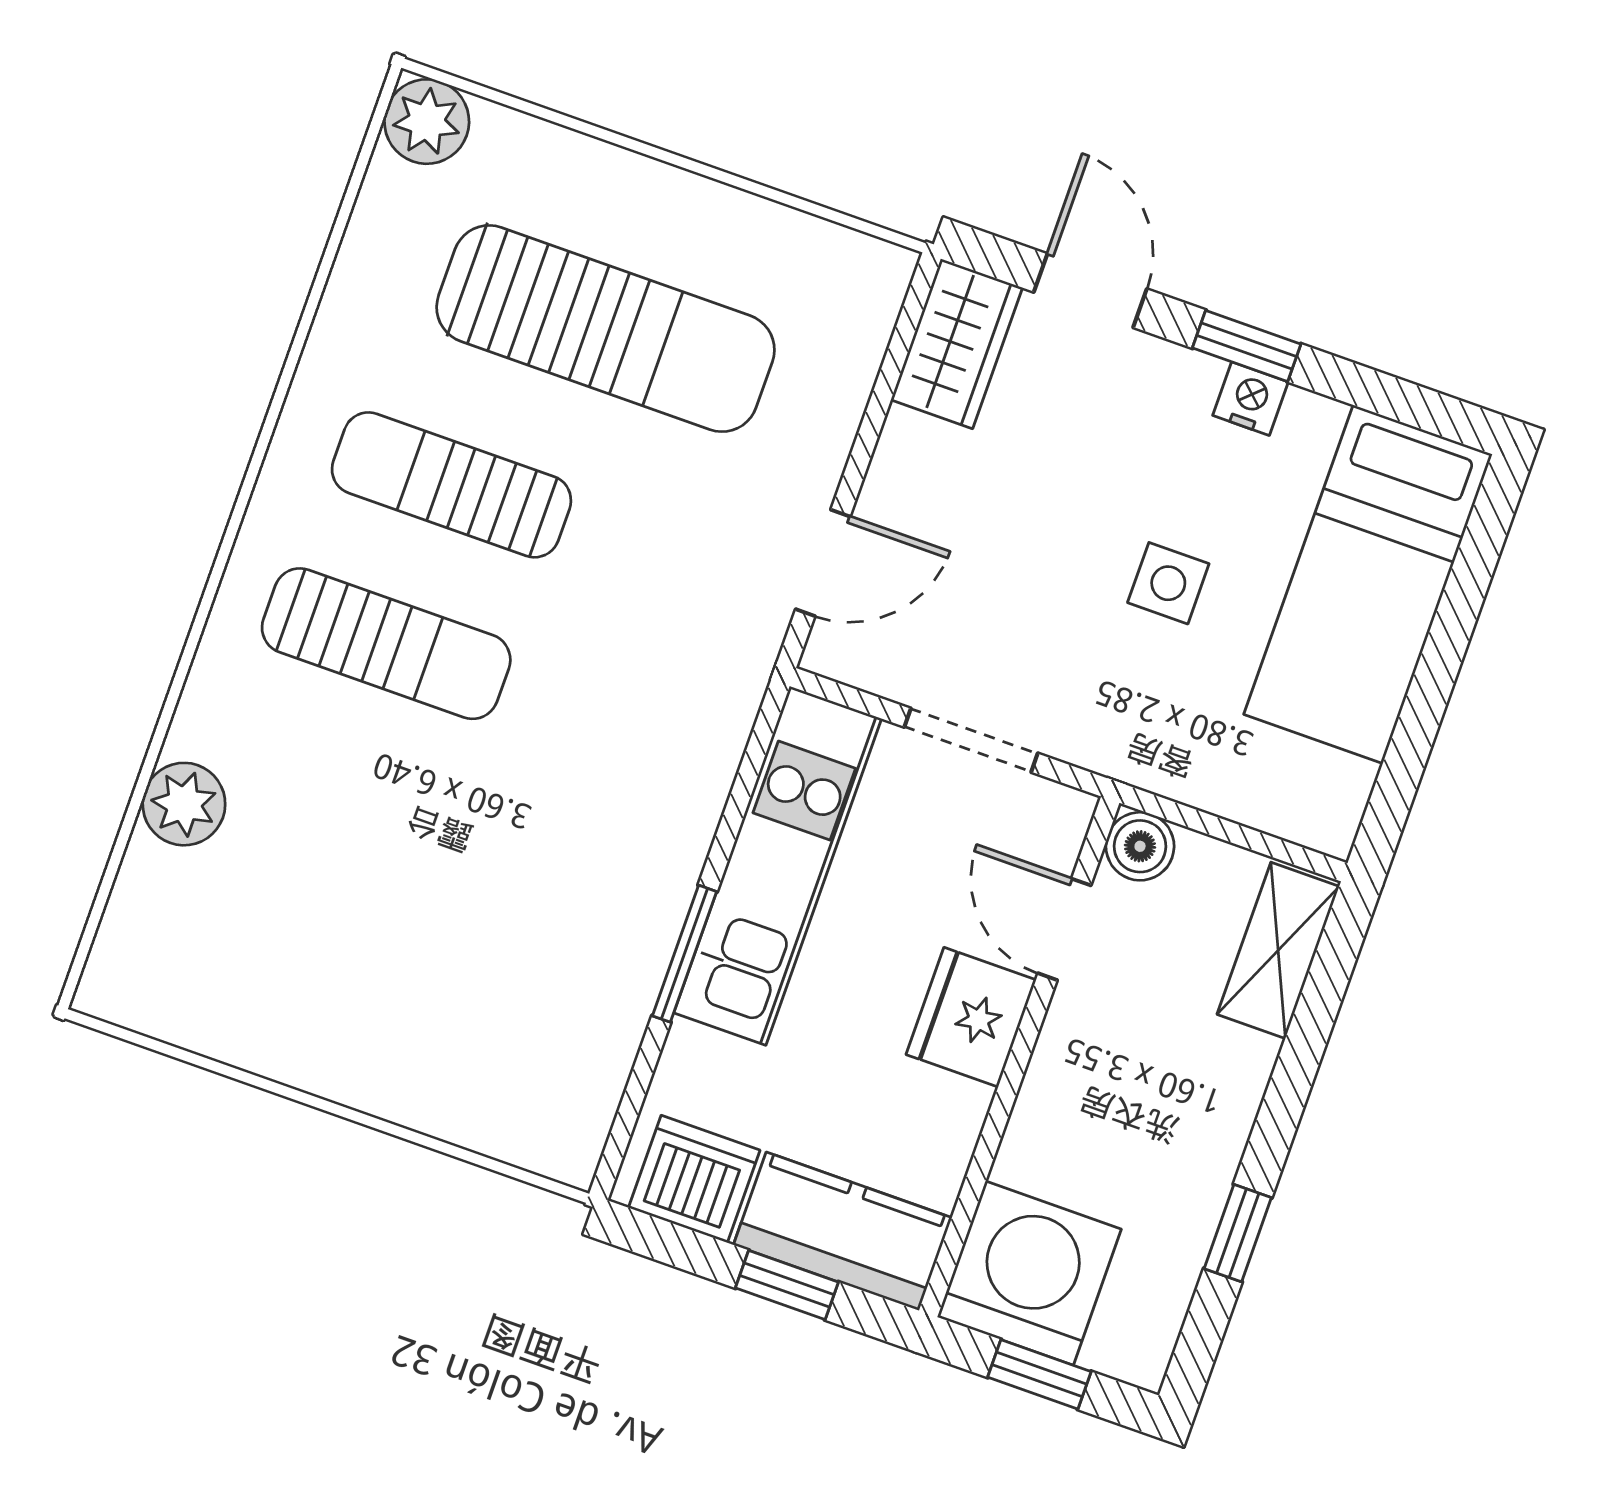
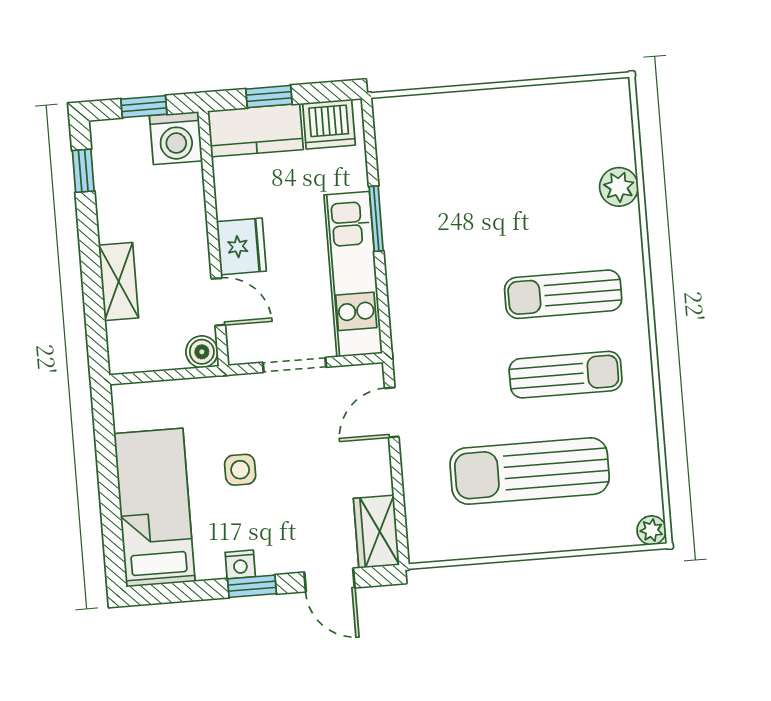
plant: (427, 122) -> (651, 530), width x0.73, depth x0.73
shelving: (1278, 950) -> (119, 281), moved
window: (1238, 1233) -> (83, 171), moved
washing machine: (1029, 1273) -> (176, 138), width x0.73, depth x0.73

